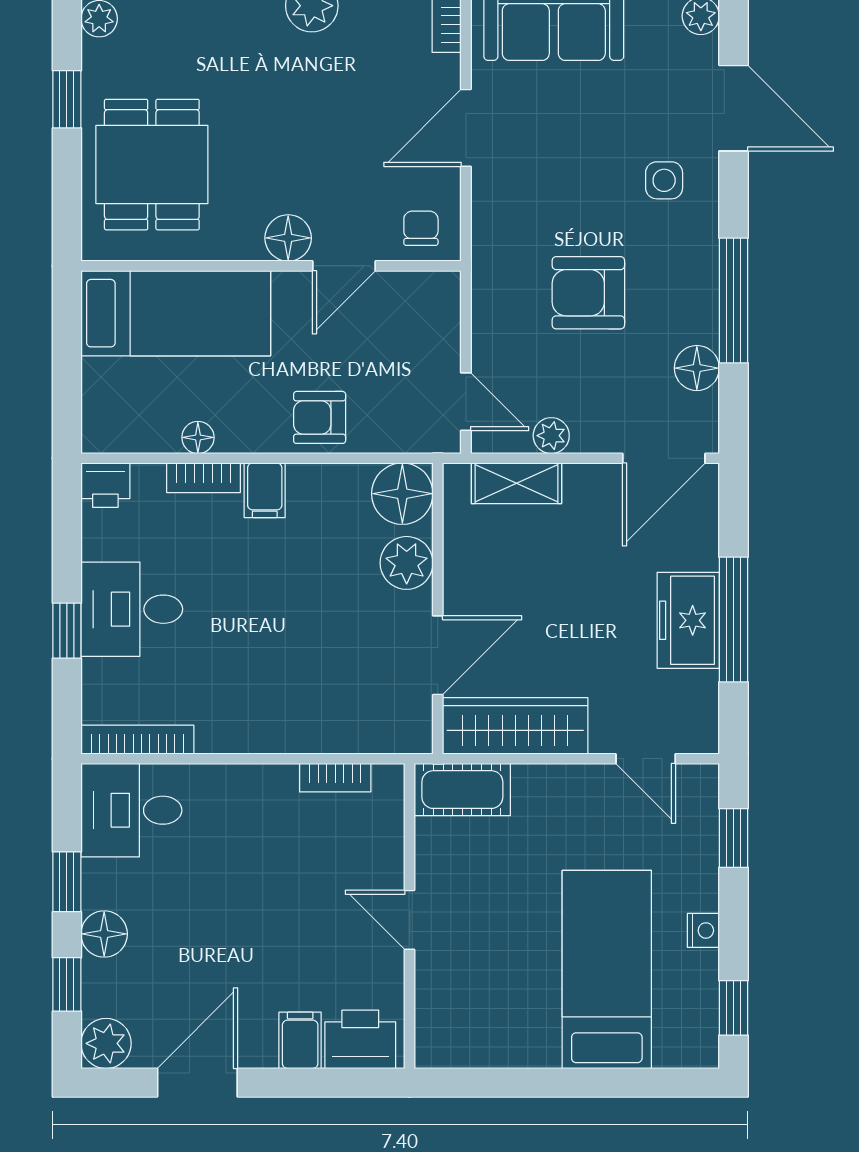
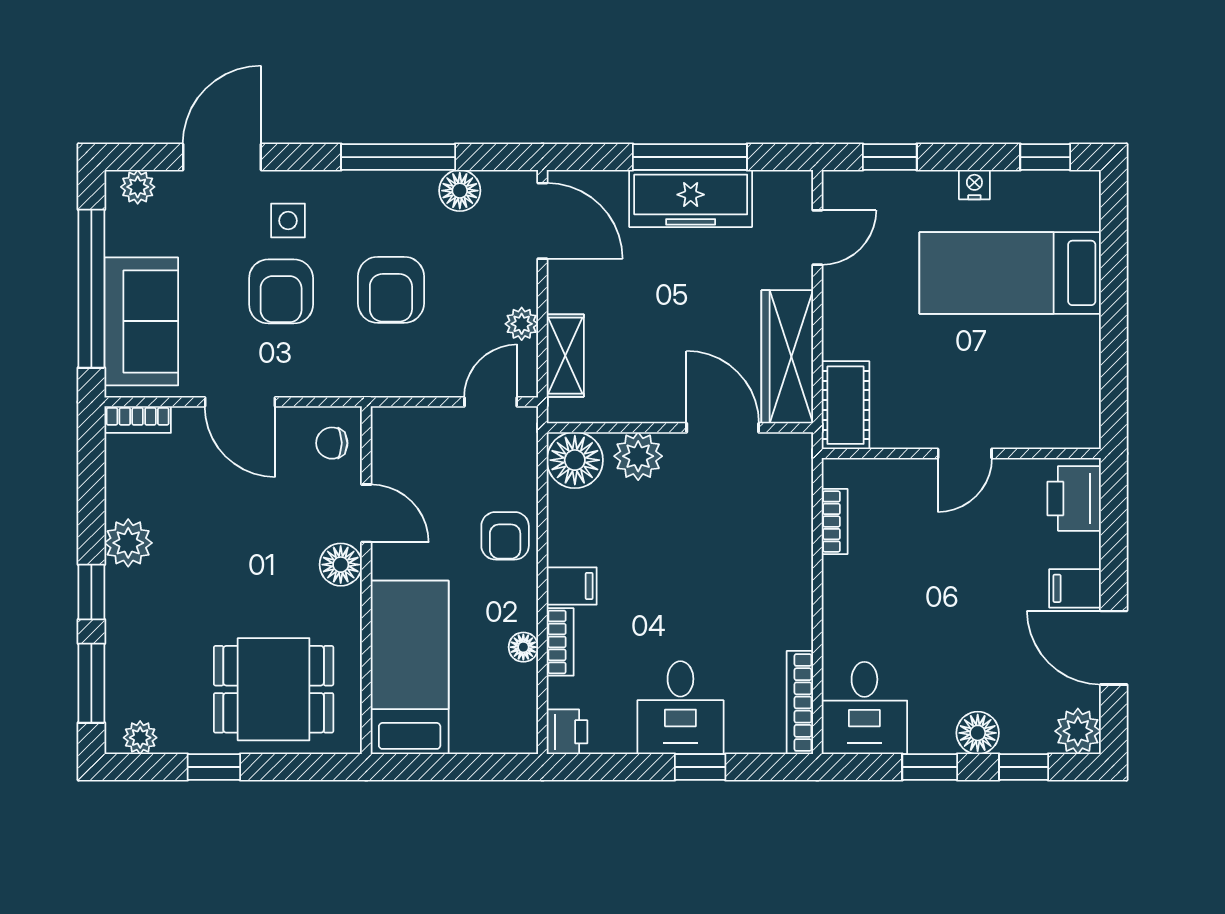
armchair: (587, 173) -> (281, 291), added
freezer: (688, 620) -> (691, 199), width x1.40
filing cabinet: (300, 1040) -> (1075, 588), moved

